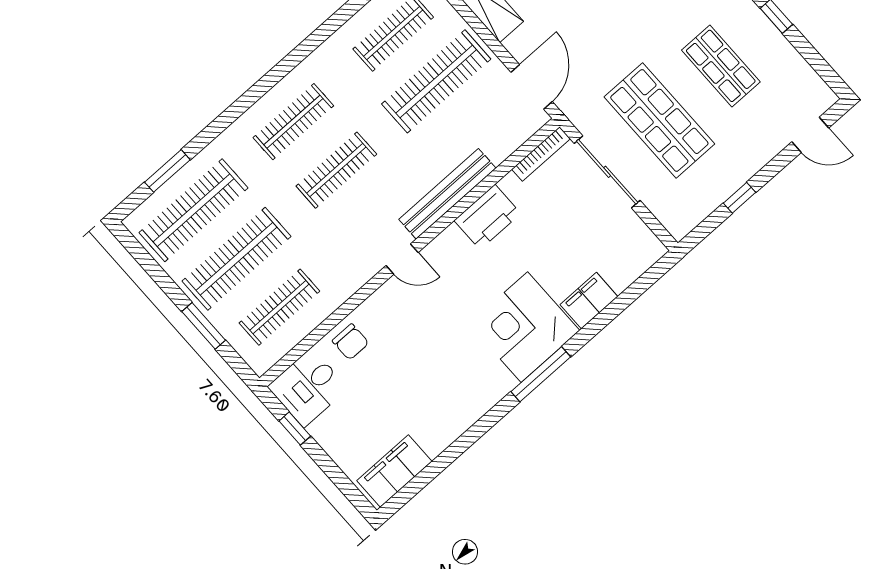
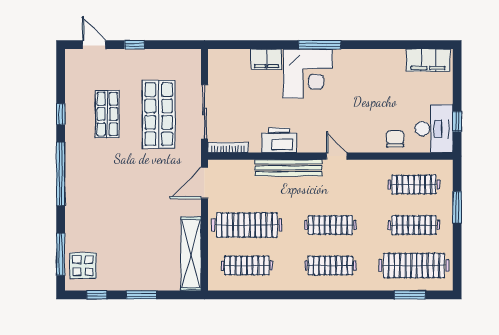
window: (739, 198) -> (134, 45), moved
clothes rail: (236, 259) -> (414, 225), width x0.73, depth x0.76
desk: (308, 387) -> (434, 129), width x1.37

